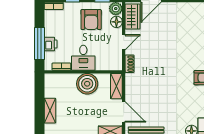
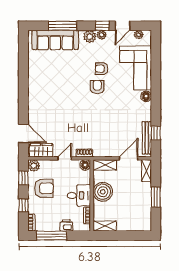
floor lamp: (116, 22) -> (85, 165), moved
door: (124, 42) -> (65, 158), hinge flipped
window: (39, 44) -> (52, 236), moved
shelving: (50, 111) -> (105, 226), moved

